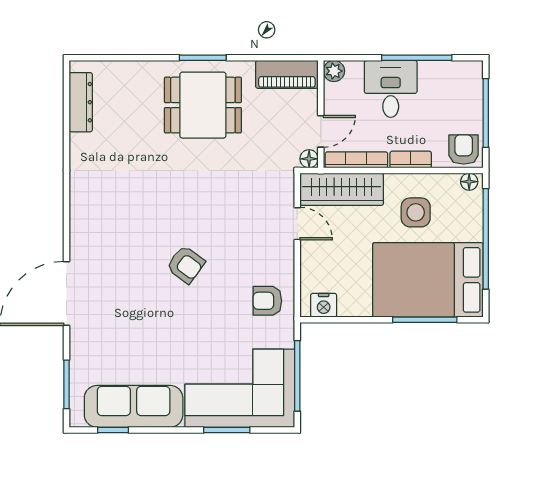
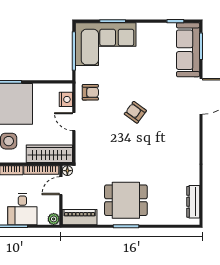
door: (297, 224) -> (74, 122), moved
nightstand: (324, 305) -> (66, 99), moved, turned 90
sofa: (134, 406) -> (188, 50), moved, turned 90

